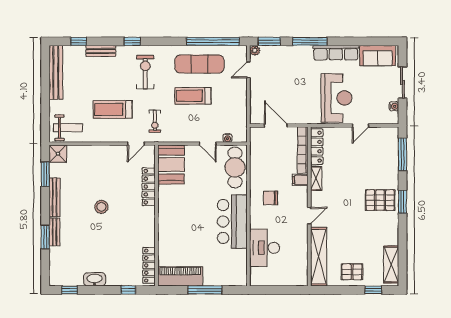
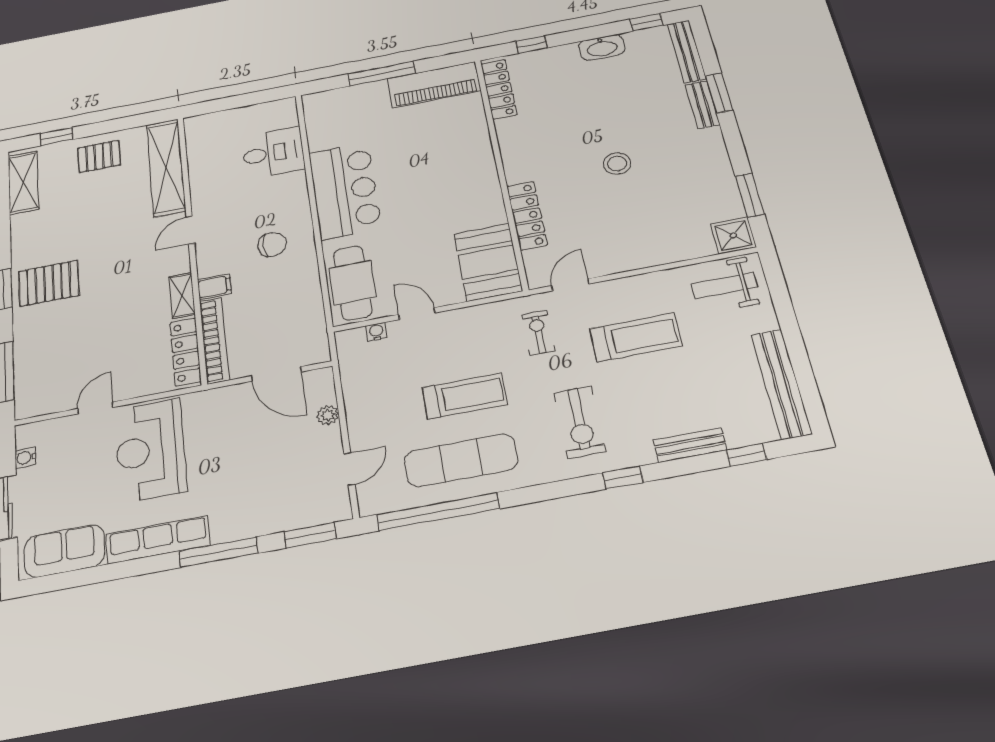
plant: (255, 50) -> (328, 415), moved
bench: (55, 197) -> (687, 51), moved
desk: (265, 248) -> (273, 153), width x0.73

